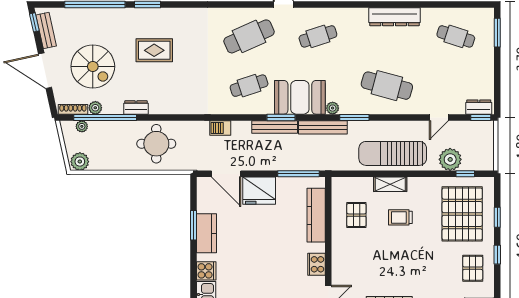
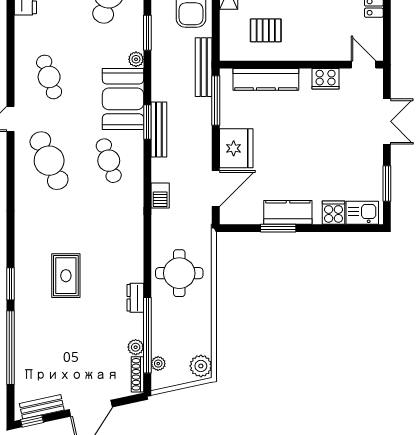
spiral stairs: (93, 66) -> (86, 350), removed
bench: (323, 127) -> (204, 67), moved

